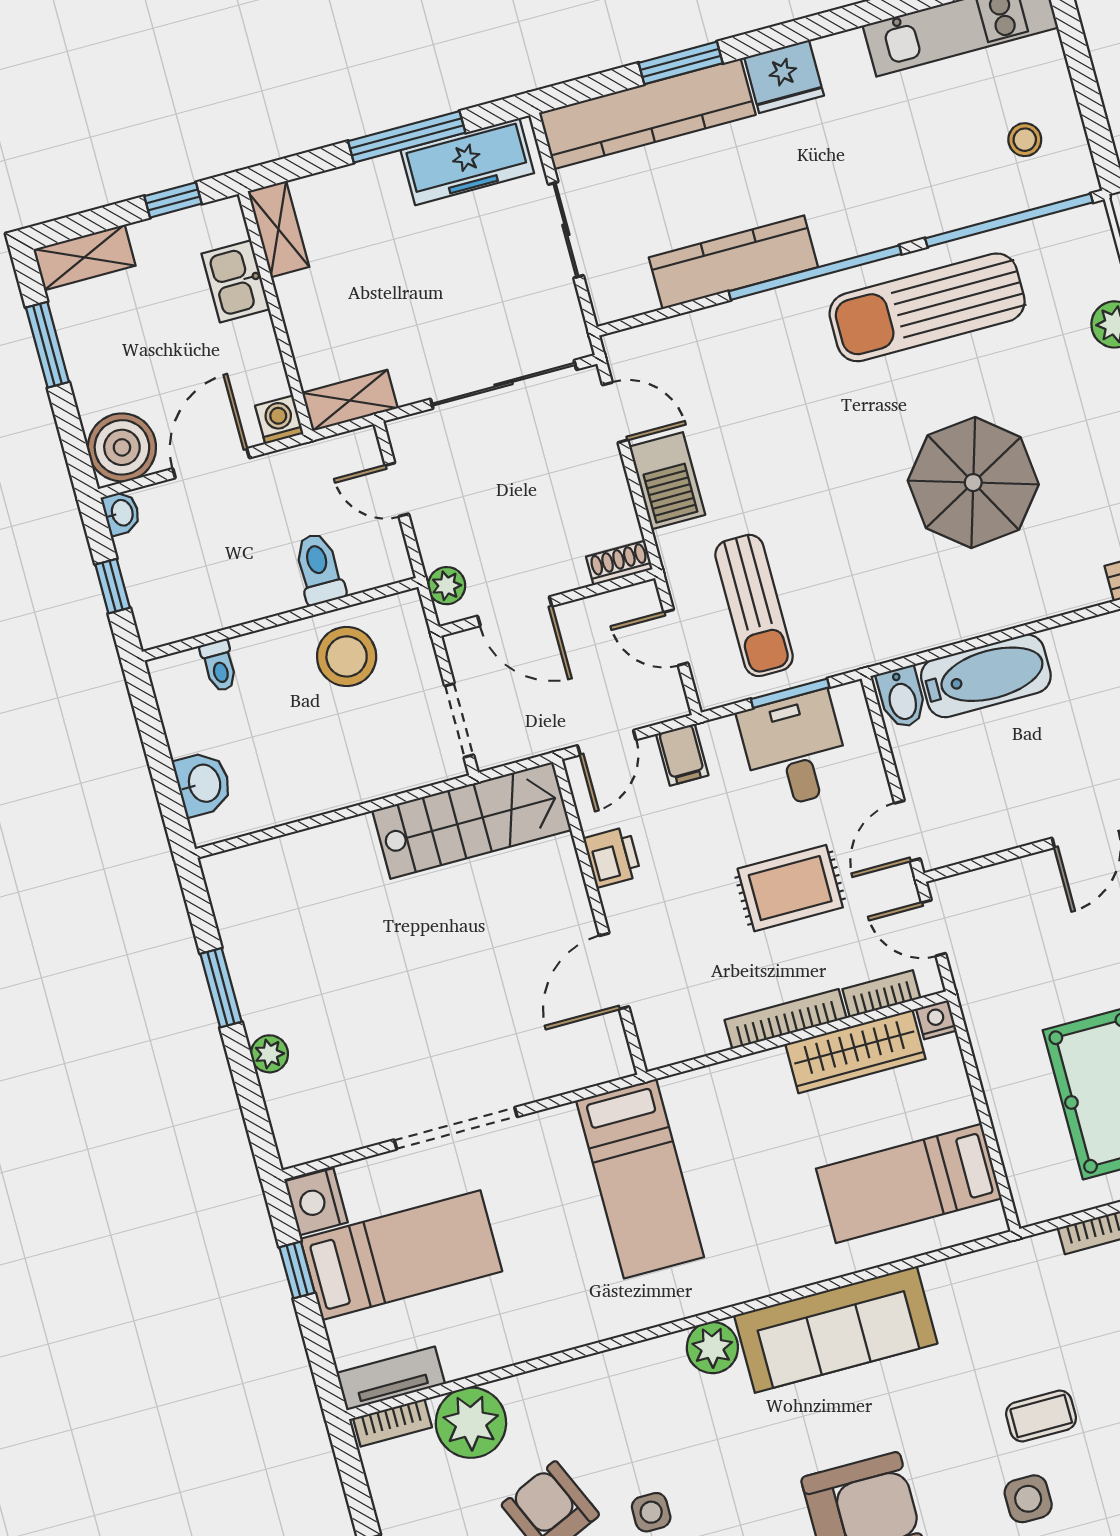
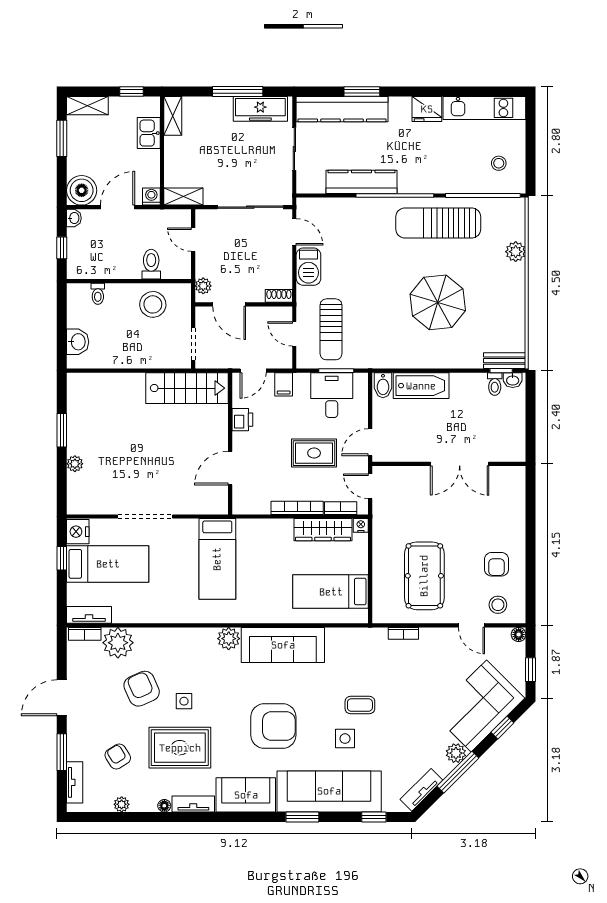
fridge: (784, 77) -> (427, 109), moved

